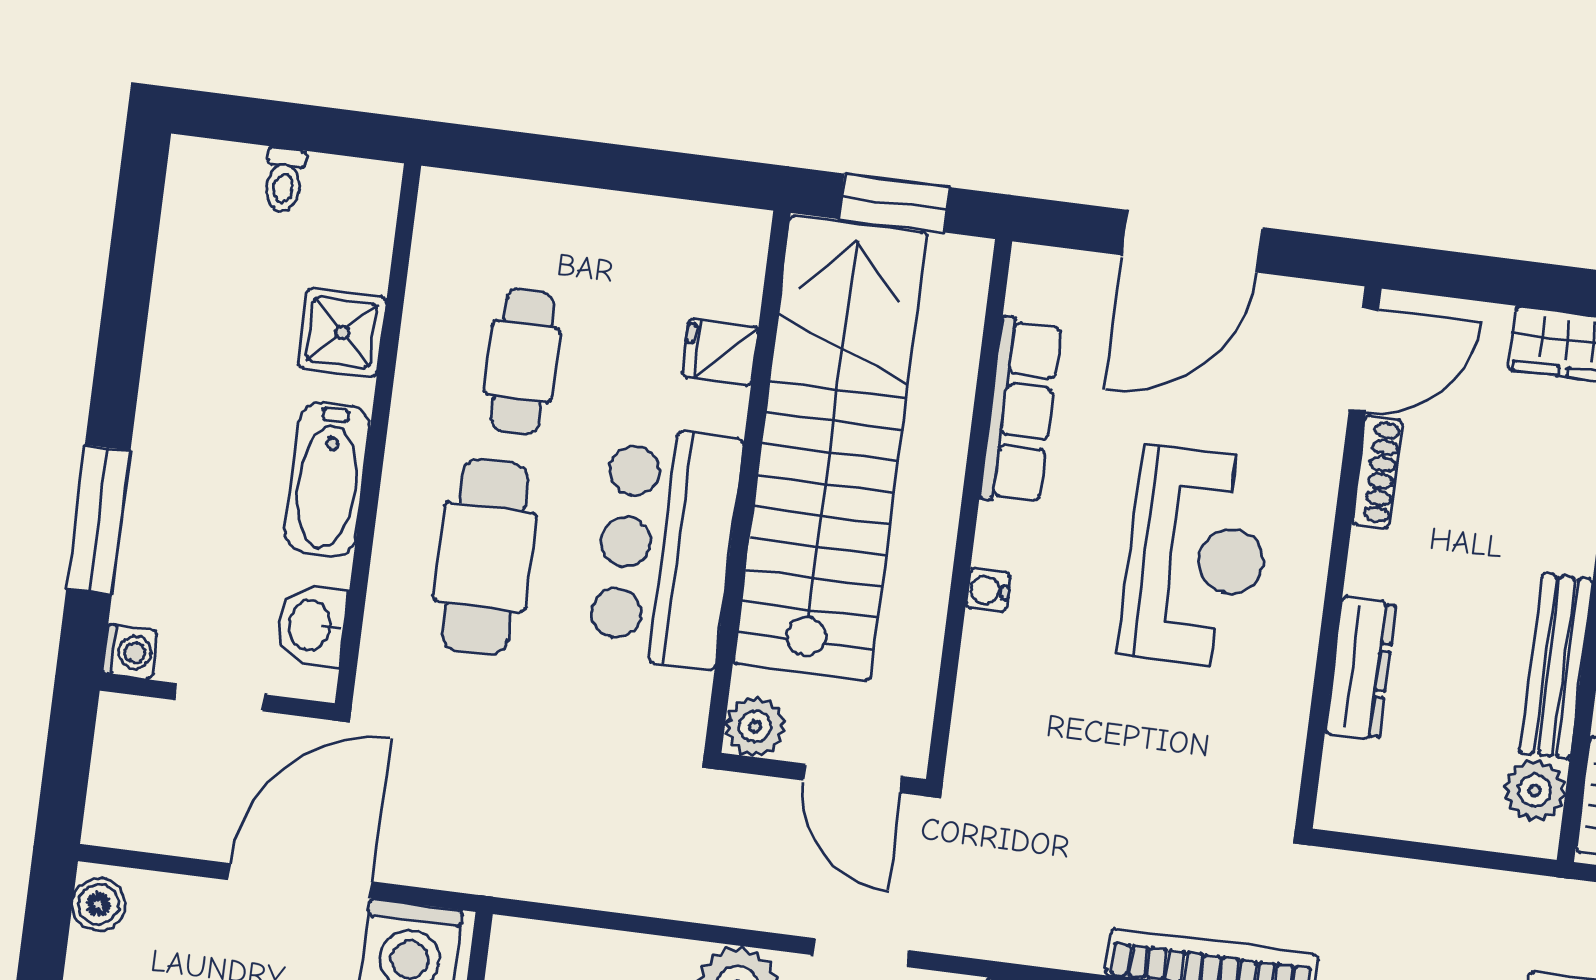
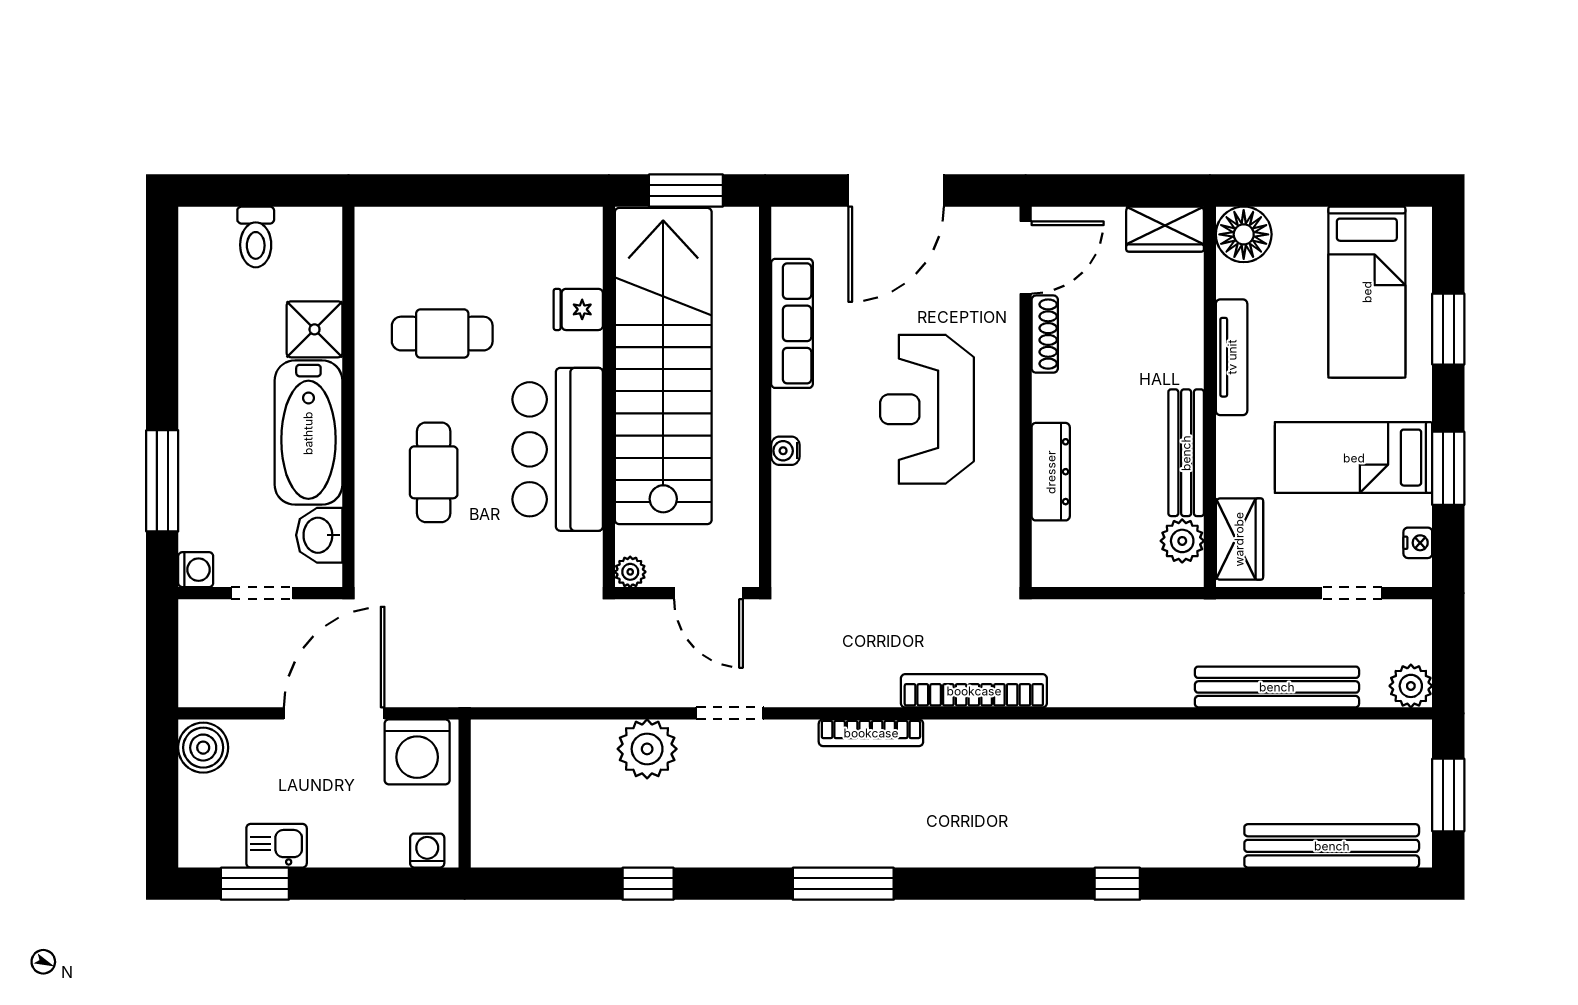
toilet: (284, 180) -> (256, 237), width x1.37, depth x1.39
cafe table: (522, 362) -> (442, 334), turned 90
bathtub: (328, 479) -> (308, 433), width x1.36, depth x1.36
cafe table: (485, 557) -> (434, 472), width x0.73, depth x0.74
reception desk: (1196, 557) -> (927, 409), turned 180
plant: (755, 727) -> (630, 572), width x0.73, depth x0.73
boiler: (99, 904) -> (203, 748), width x1.36, depth x1.36

